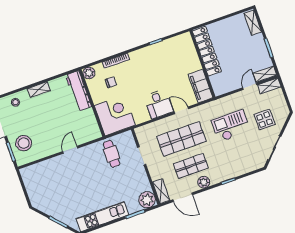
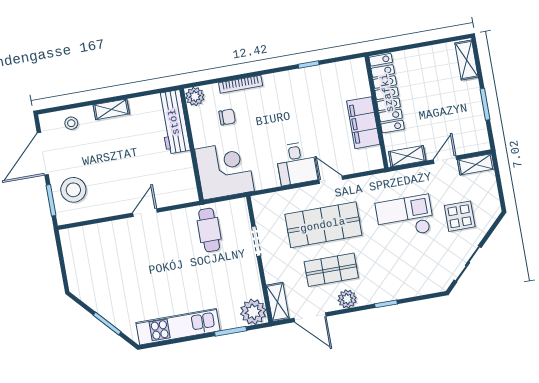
shelving: (265, 74) -> (407, 156), moved
filing cabinet: (201, 86) -> (363, 123), moved

